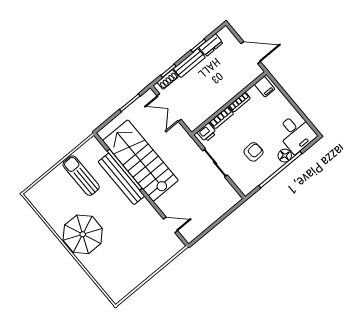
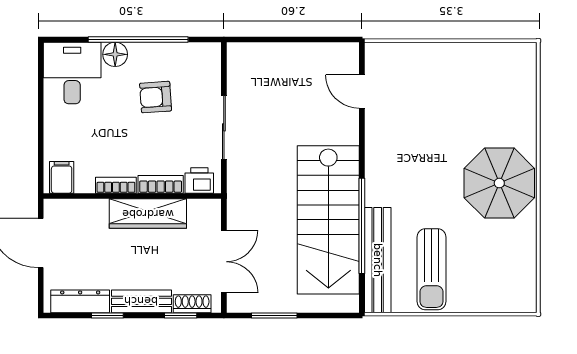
dresser: (211, 45) -> (80, 301), width x1.44
wardrobe: (217, 101) -> (148, 214), added
bench: (121, 179) -> (378, 260), moved

